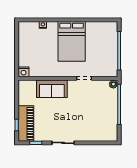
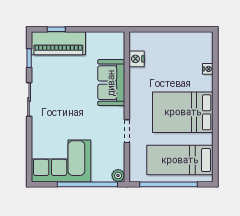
bed: (103, 43) -> (180, 160), added
nightstand: (24, 72) -> (137, 59), moved
corner sofa: (104, 122) -> (61, 161), added

